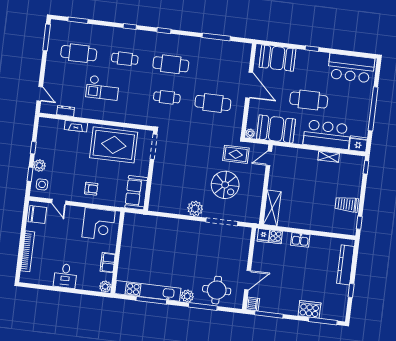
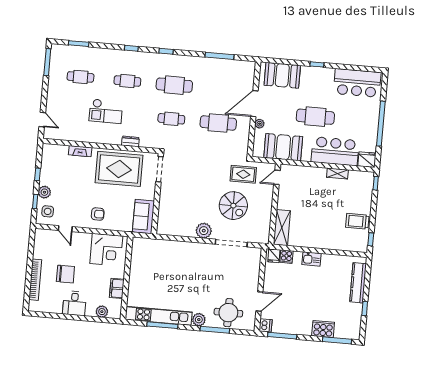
cafe table: (79, 53) -> (80, 77), width x0.73, depth x0.74
door: (249, 85) -> (254, 104), swing flipped
dresser: (66, 111) -> (130, 141), moved
plant: (250, 133) -> (260, 124), moved
chair: (37, 215) -> (65, 274), moved
plant: (105, 287) -> (102, 312), moved

